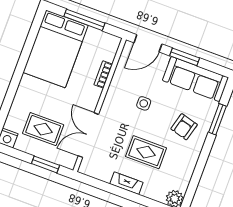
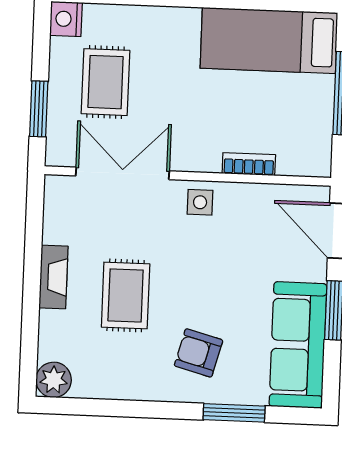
bed: (56, 49) -> (269, 41), width x0.67
side table: (144, 103) -> (200, 202), moved

